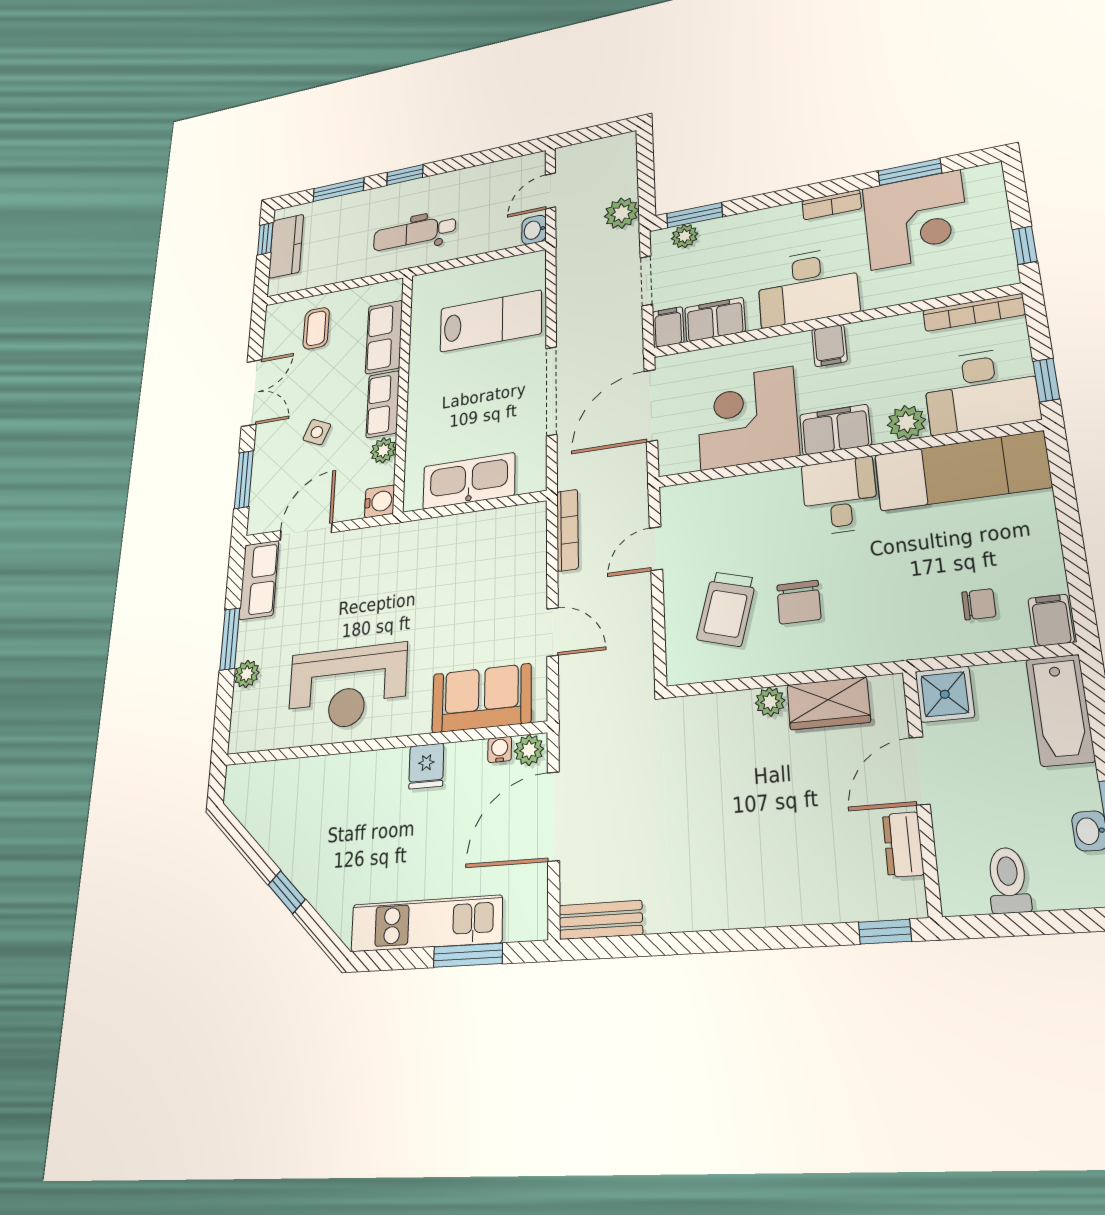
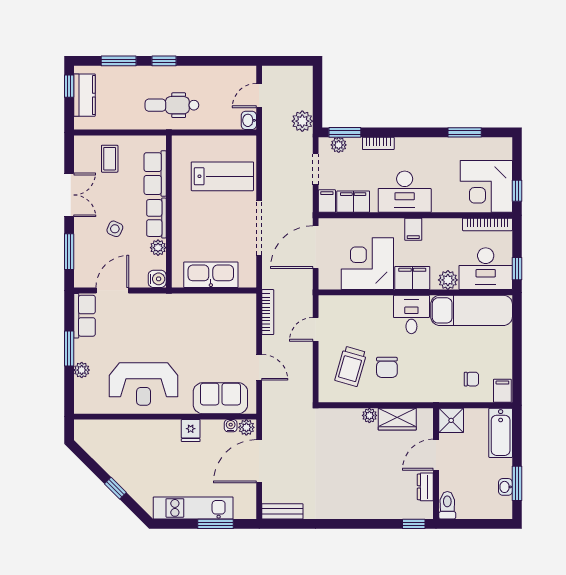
bookcase: (832, 205) -> (378, 143), moved
corner desk: (916, 220) -> (486, 186), moved, turned 90
toilet: (1008, 880) -> (447, 505), moved

